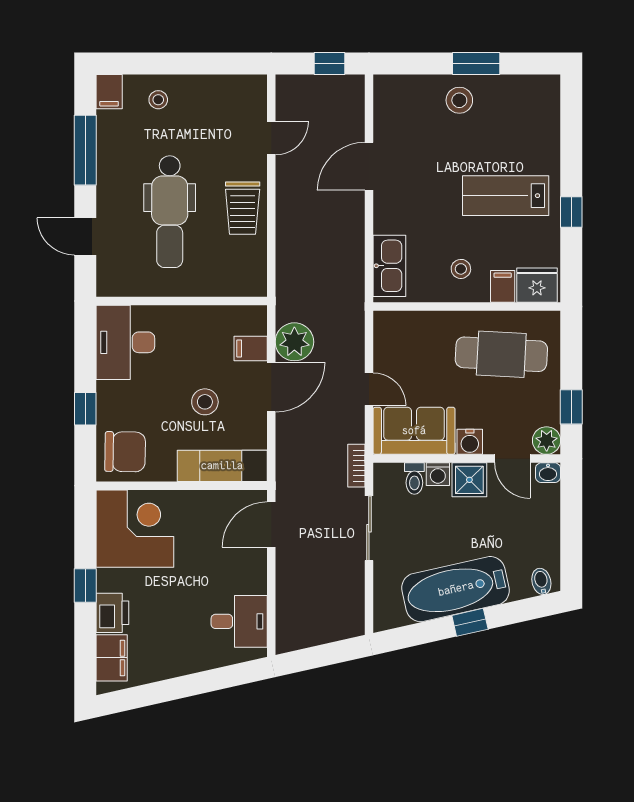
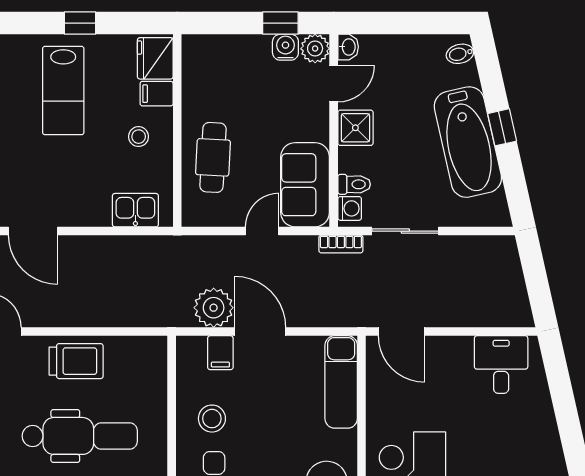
kitchen sink: (389, 266) -> (135, 210), width x0.73
cafe table: (501, 354) -> (213, 157), moved, width x0.73, depth x0.74
stool: (205, 402) -> (212, 419), moved
water cooler: (470, 442) -> (285, 47), moved, turned -90
washing machine: (438, 474) -> (350, 208), moved

